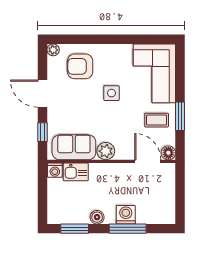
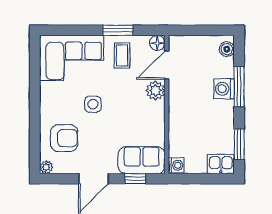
armchair: (80, 66) -> (64, 138), turned -90
sofa: (74, 147) -> (142, 160), moved, turned 90
plant: (106, 151) -> (155, 91), moved
kitchen sink: (76, 172) -> (221, 164), moved, turned -90
boiler: (97, 217) -> (227, 49), moved

